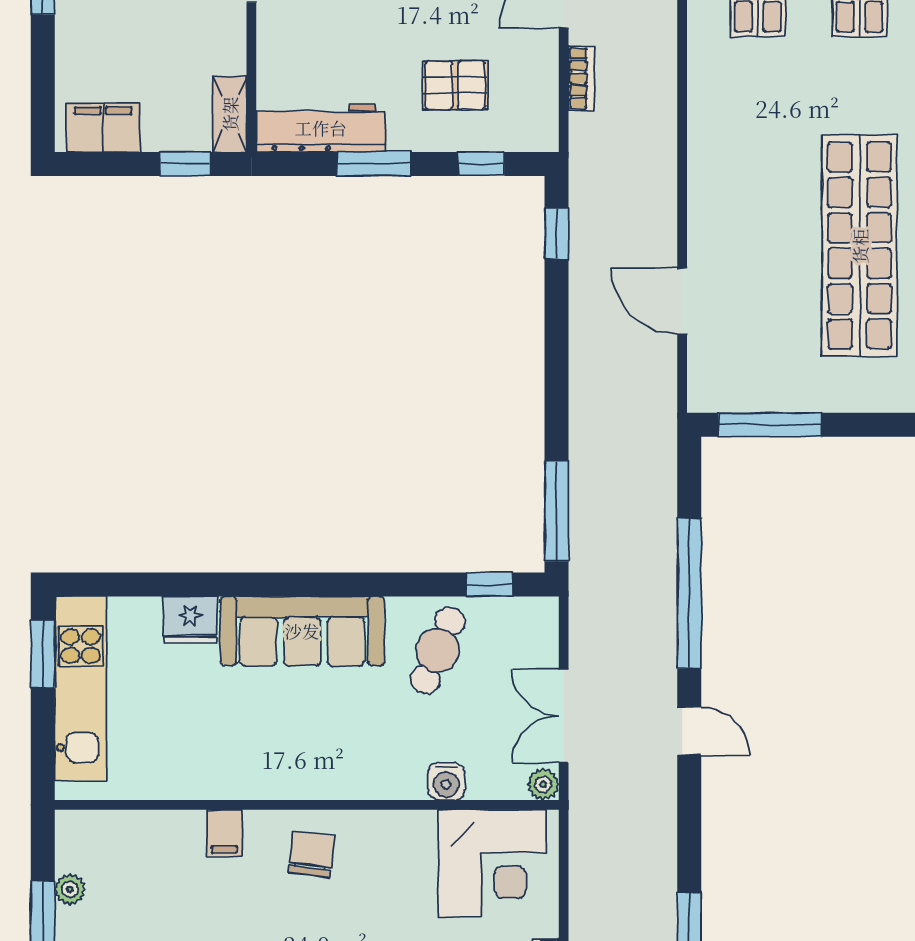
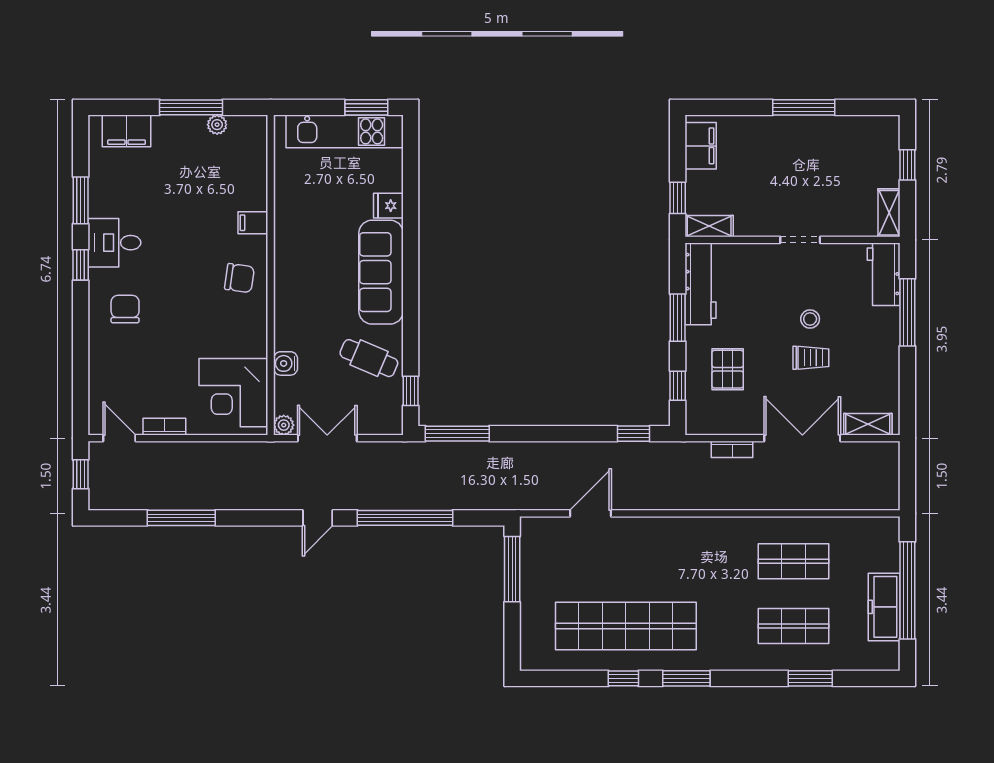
fridge: (190, 620) -> (388, 206), width x0.72

